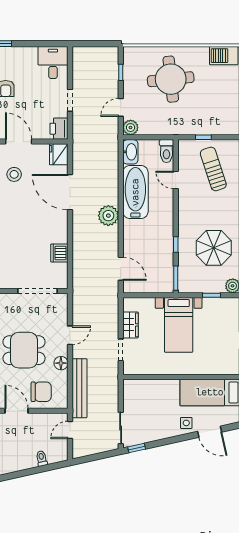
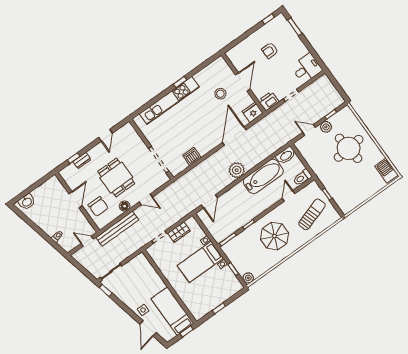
plant: (131, 128) -> (326, 127), moved
parasol: (214, 248) -> (274, 236), moved

